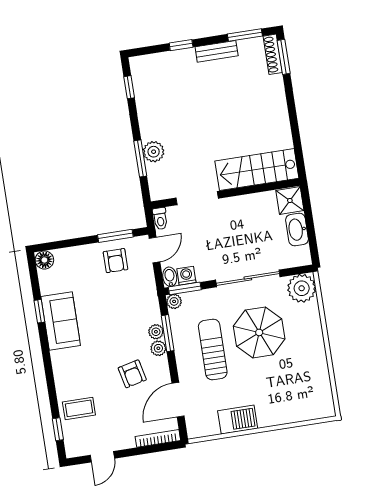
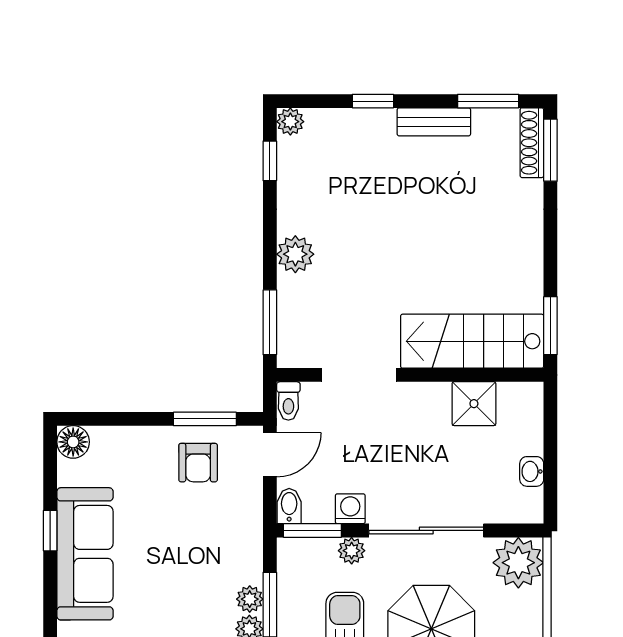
plant: (137, 64) -> (290, 122), added
plant: (154, 152) -> (295, 254), moved
window: (299, 154) -> (550, 326), added
window: (140, 158) -> (270, 322), moved
shower: (290, 200) -> (474, 404), moved
washbasin: (297, 229) -> (532, 471), width x0.52, depth x0.69
washing machine: (186, 276) -> (350, 509), moved
plant: (174, 301) -> (352, 551), moved
sofa: (61, 321) -> (85, 554), width x1.36

